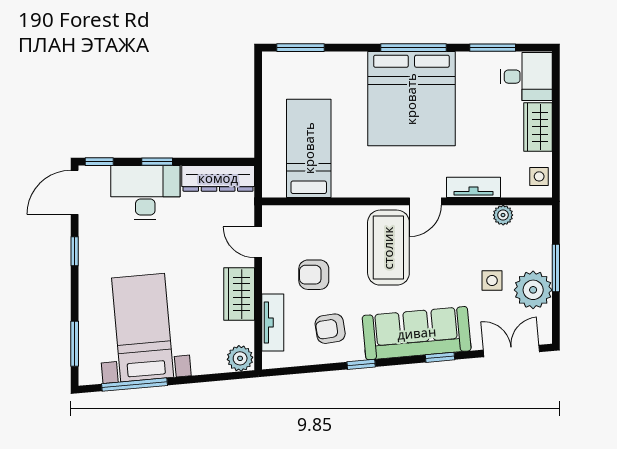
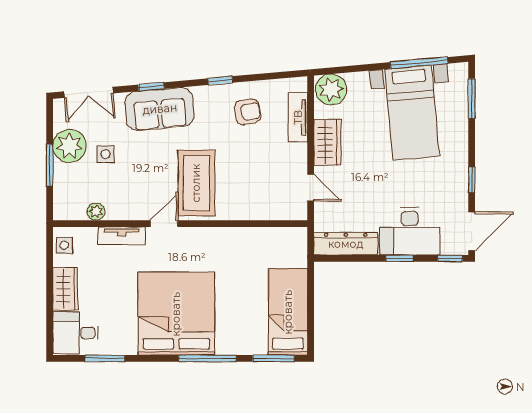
window: (413, 48) -> (207, 358), moved
bed: (309, 148) -> (288, 312), moved, turned 180
armchair: (314, 275) -> (262, 159), removed
sofa: (417, 333) -> (160, 109), width x0.73
plant: (240, 358) -> (331, 90), width x1.36, depth x1.36

